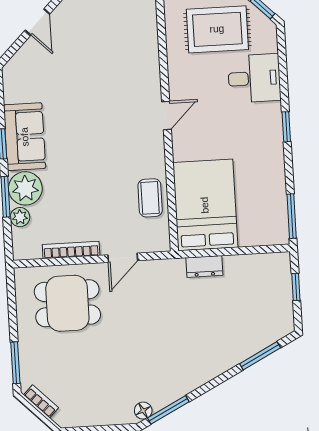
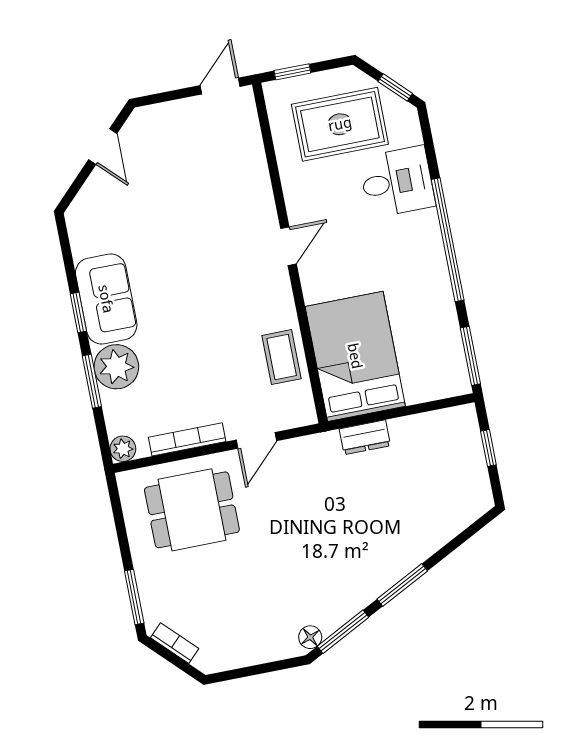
window: (286, 127) -> (448, 240), width x3.17
plant: (20, 217) -> (123, 449), moved
window: (260, 356) -> (402, 585), moved

